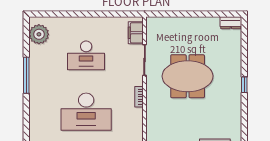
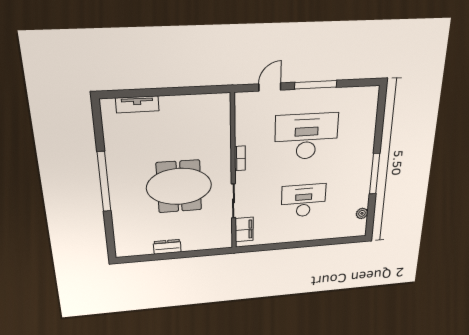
dresser: (231, 23) -> (167, 247), moved
plant: (39, 34) -> (362, 213), width x0.53, depth x0.53
window: (244, 85) -> (104, 182), width x3.17

